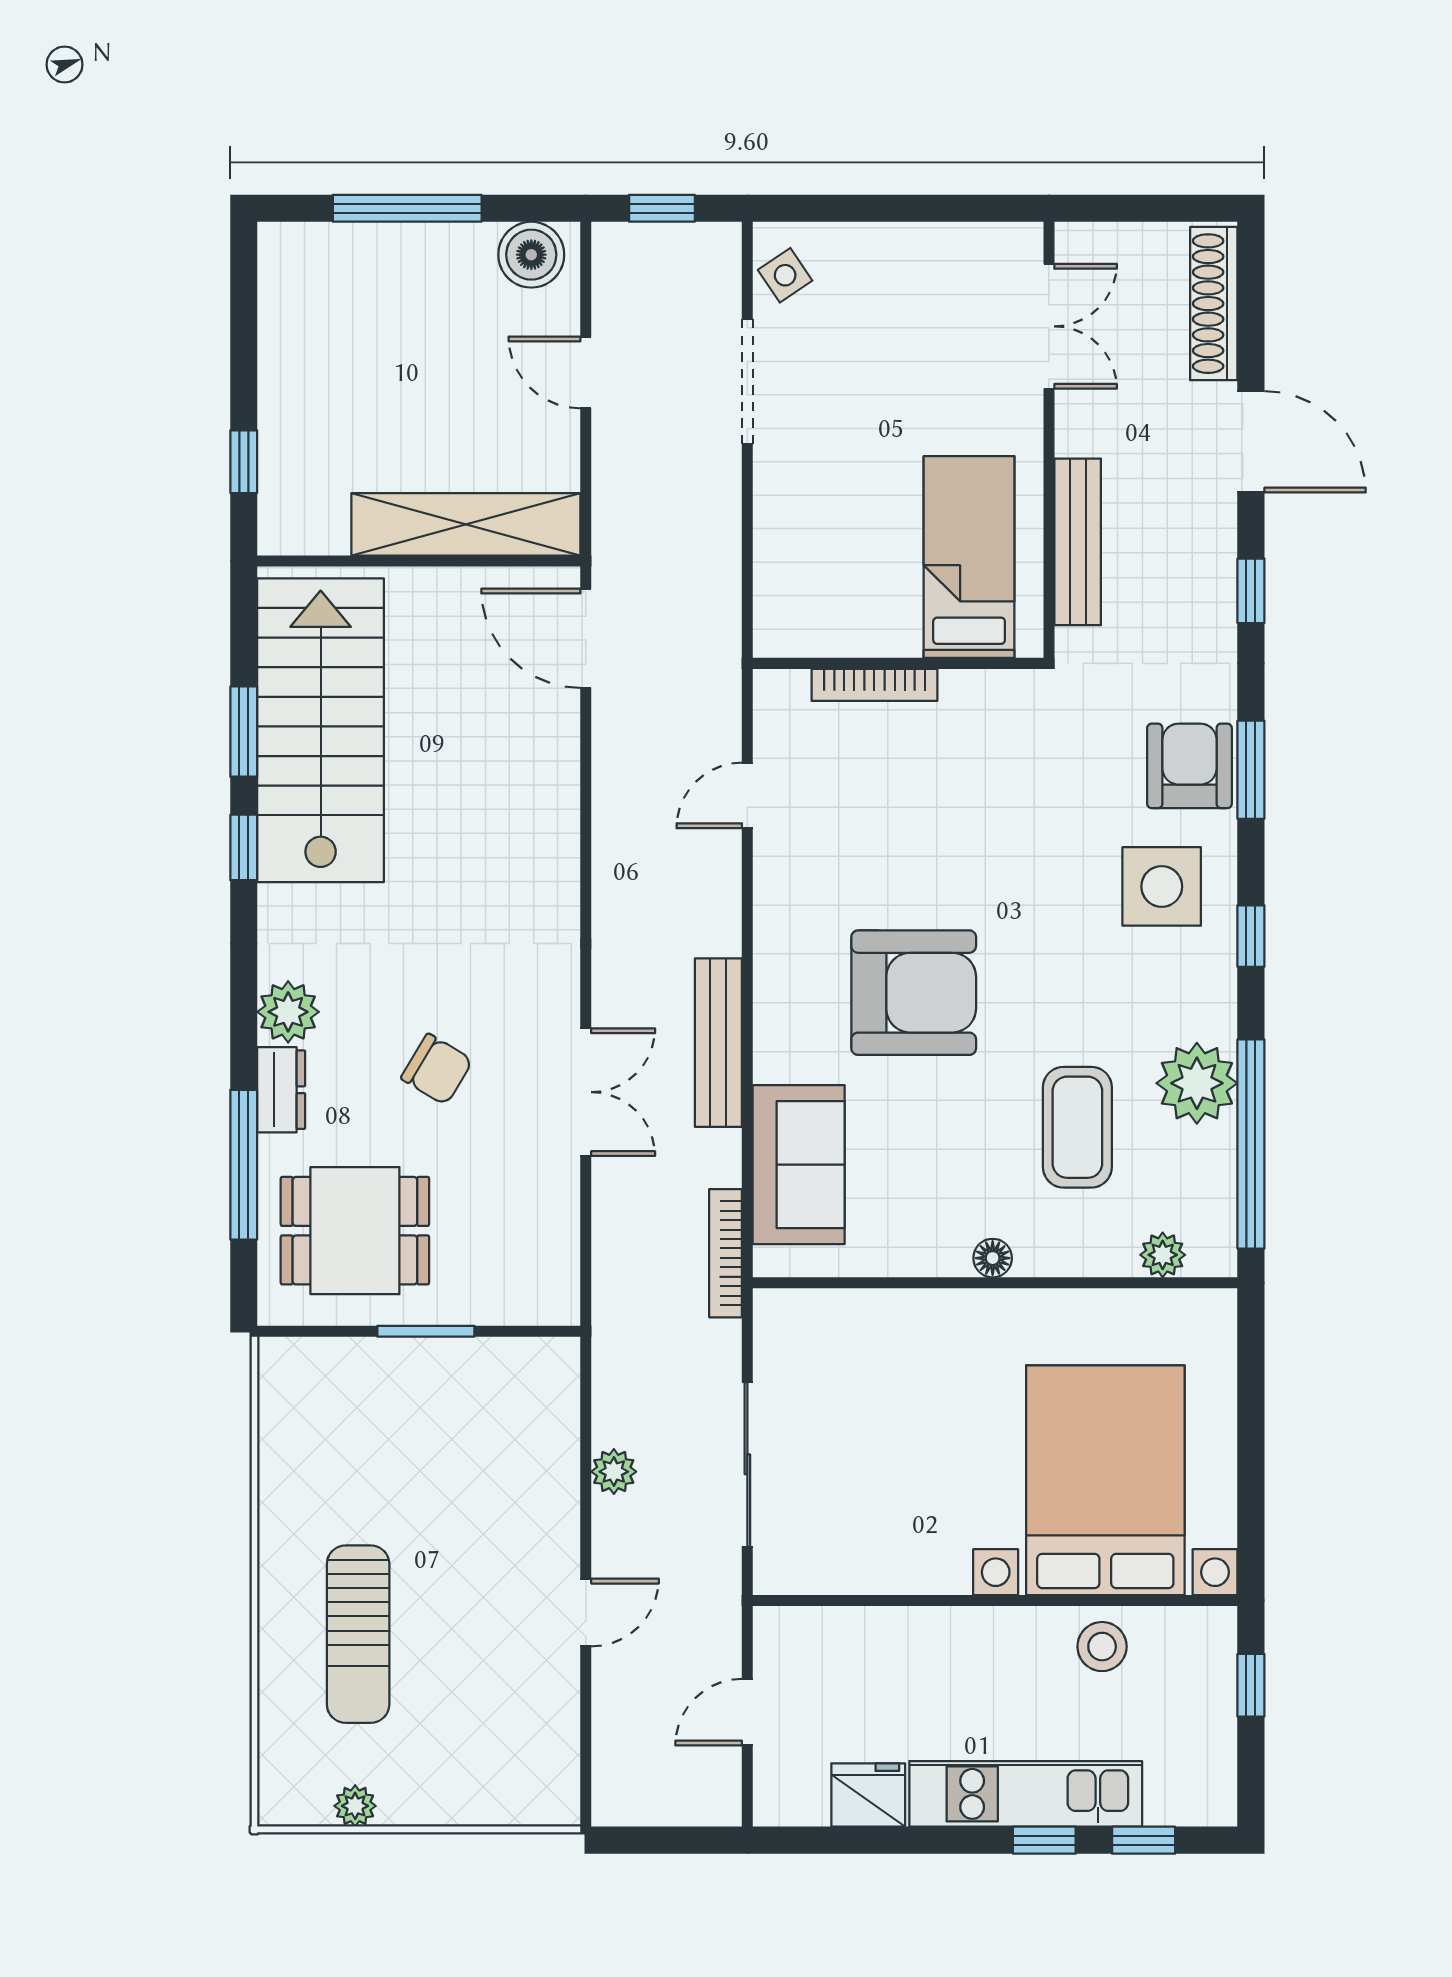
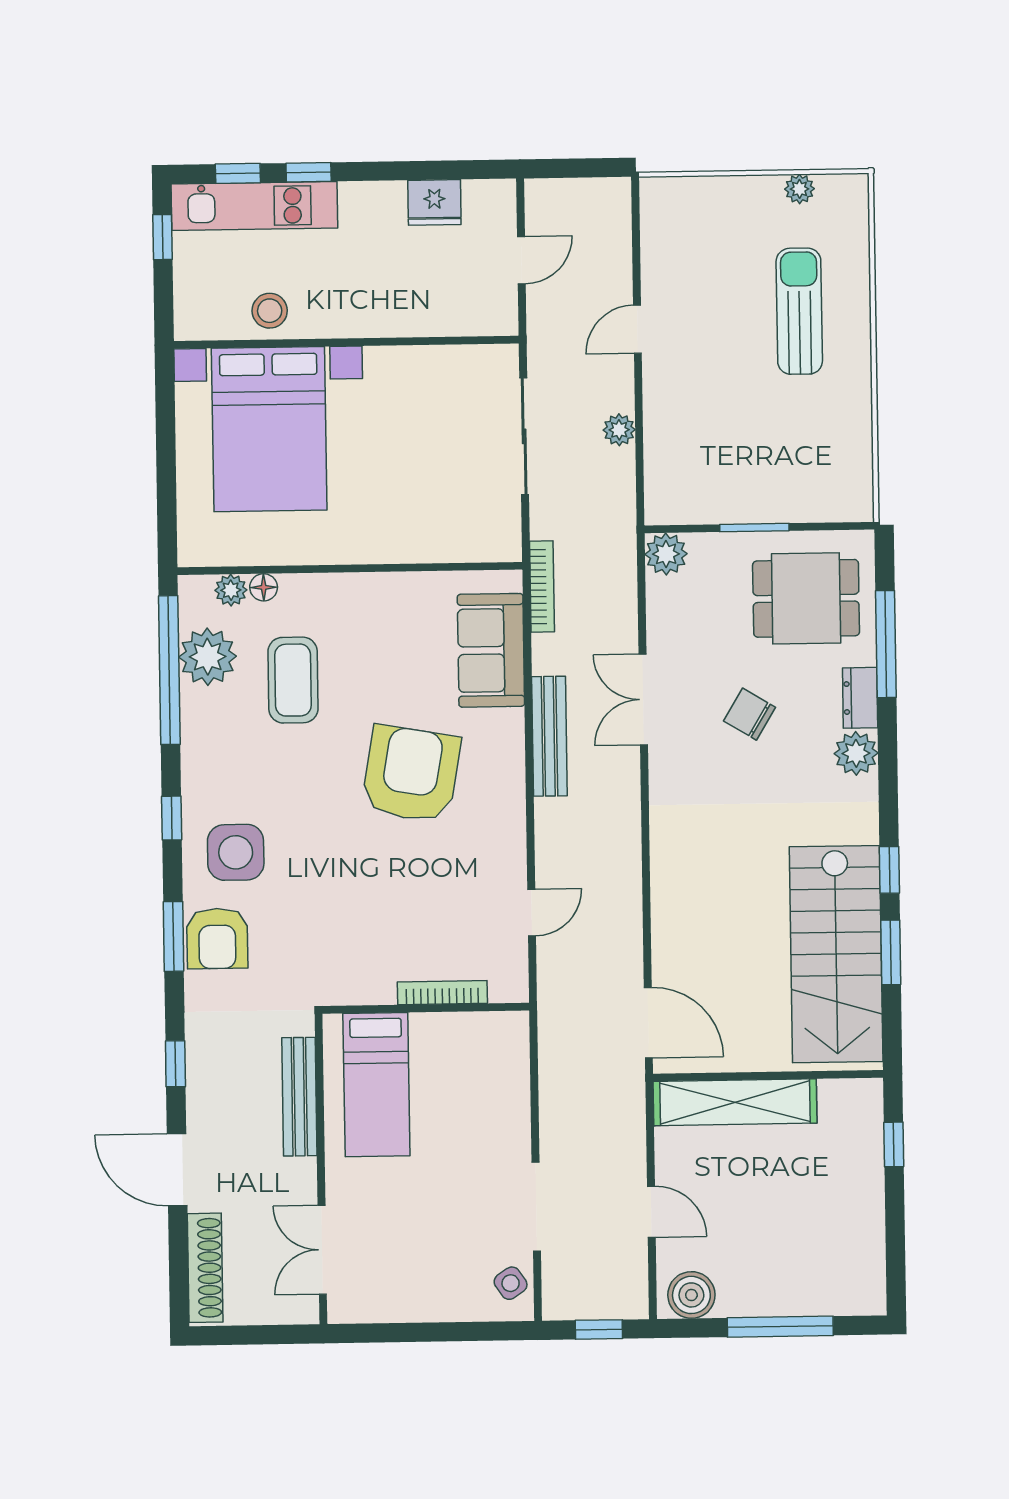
armchair: (914, 993) -> (411, 774), turned 100
plant: (1197, 1083) -> (208, 657), moved
floor lamp: (993, 1258) -> (264, 587), moved
plant: (551, 1296) -> (666, 554), added
window: (1251, 1685) -> (162, 237), moved
kitchen unit: (1026, 1794) -> (254, 206), moved

